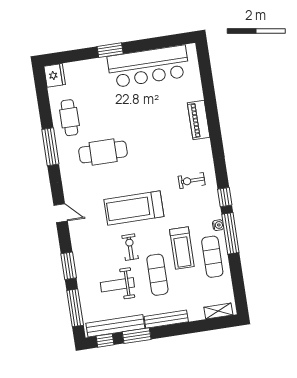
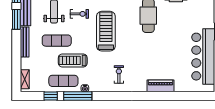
window: (225, 197) -> (51, 96), moved
exercise bike: (130, 247) -> (79, 14), moved

